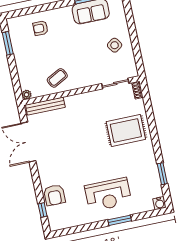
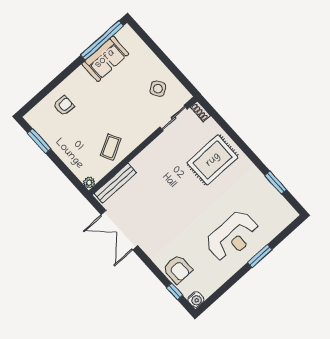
armchair: (41, 28) -> (64, 106), turned 180
side table: (115, 45) -> (158, 89), moved
water cooler: (159, 203) -> (196, 300), moved

